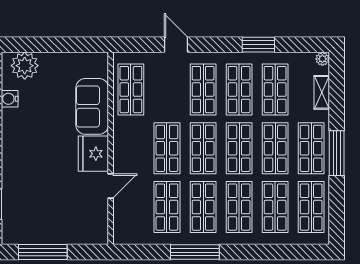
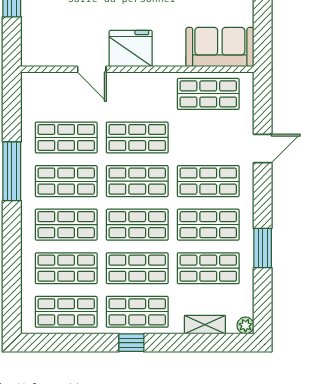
sofa: (92, 106) -> (220, 47), moved
window: (337, 153) -> (131, 343), width x0.46

